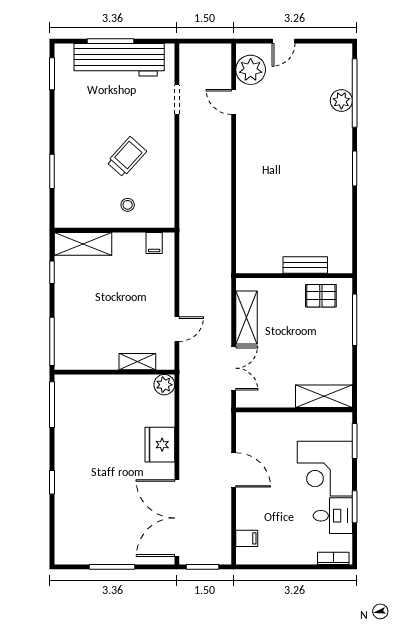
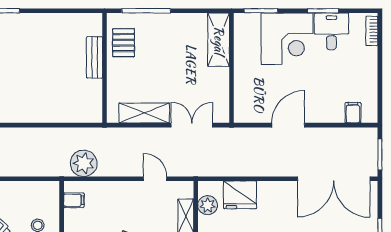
plant: (193, 253) -> (84, 163), added
plant: (164, 385) -> (208, 205), moved
fridge: (160, 445) -> (240, 195), moved

